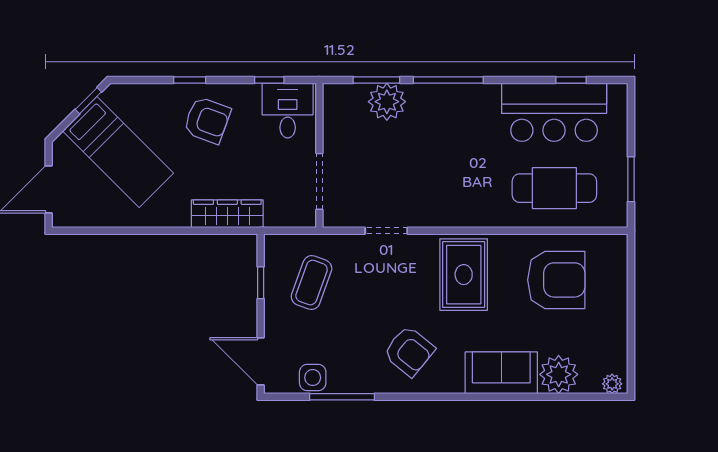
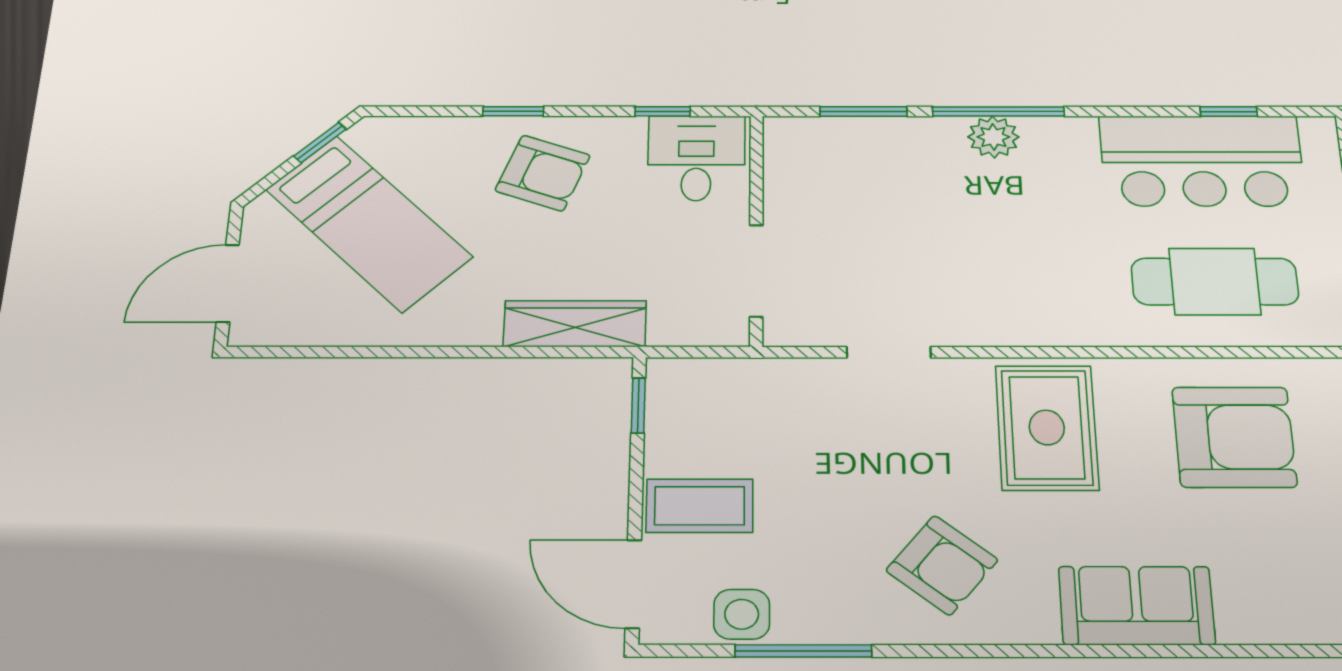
plant: (387, 102) -> (993, 137), moved, width x0.73, depth x0.73
window: (261, 283) -> (638, 405), moved
coffee table: (312, 283) -> (700, 506), moved, turned 70
plant: (559, 374) -> (1257, 609), removed

